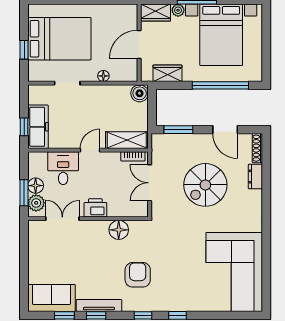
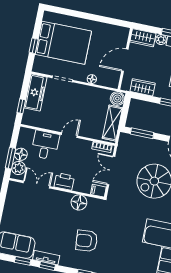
freezer: (38, 127) -> (35, 93), moved
shelving: (127, 140) -> (112, 123), moved, turned 90
filing cabinet: (139, 211) -> (98, 191), added
armchair: (138, 275) -> (87, 241), turned -95
tv unit: (99, 305) -> (46, 258), width x0.71

